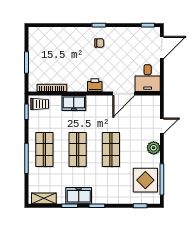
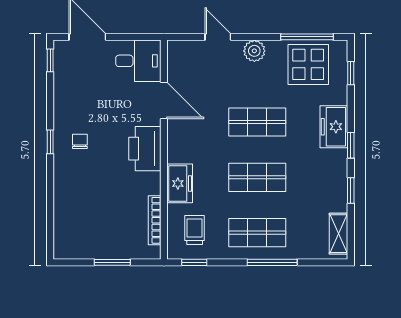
printer: (95, 85) -> (145, 149), width x1.87, depth x1.48
trolley: (40, 104) -> (195, 230), moved
freezer: (79, 196) -> (334, 127), moved

